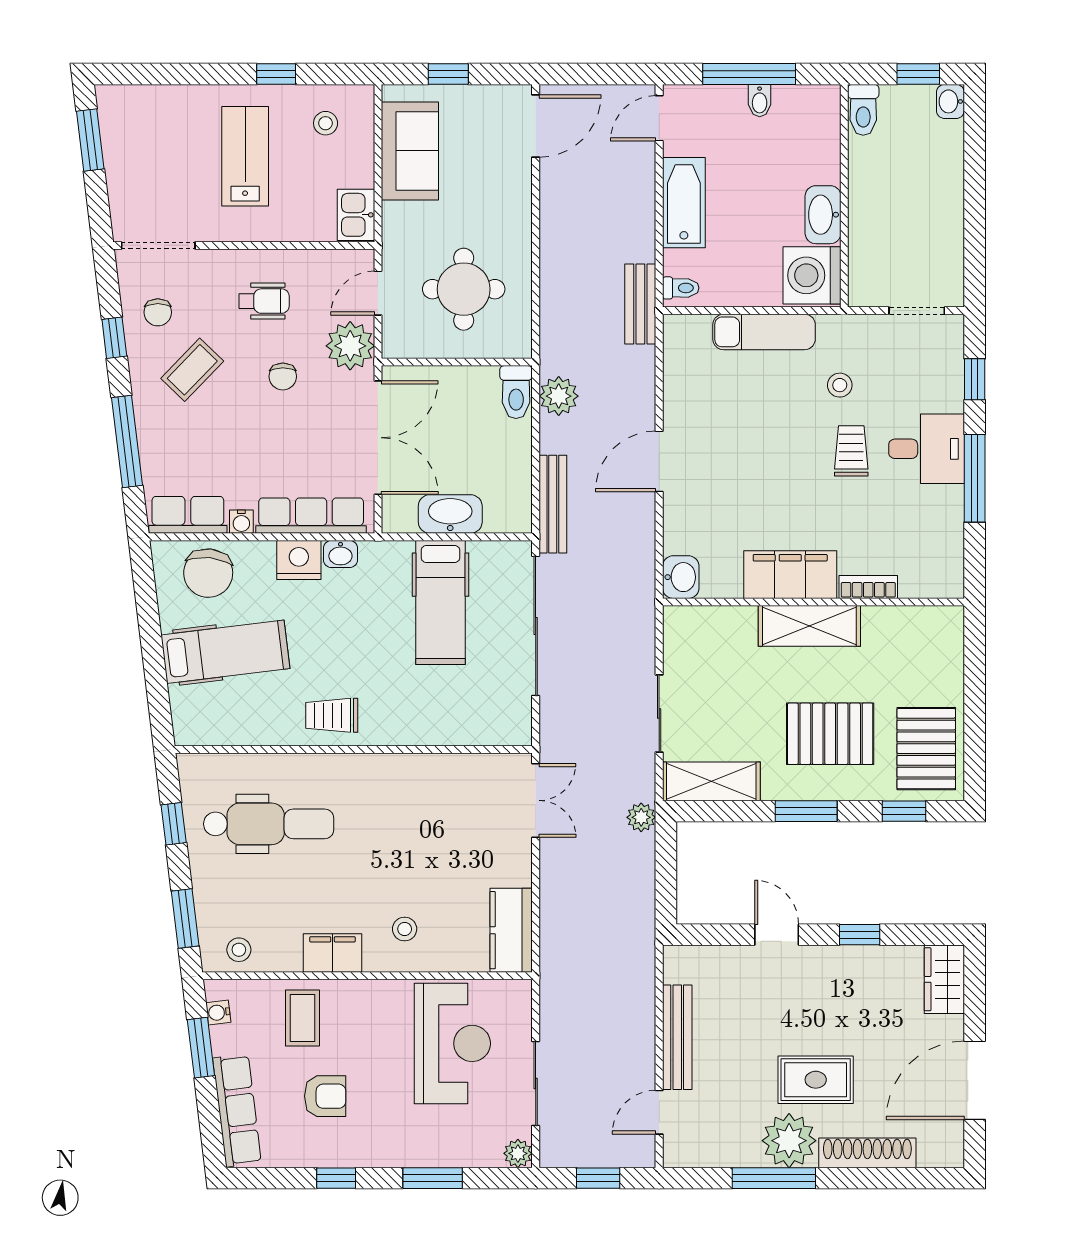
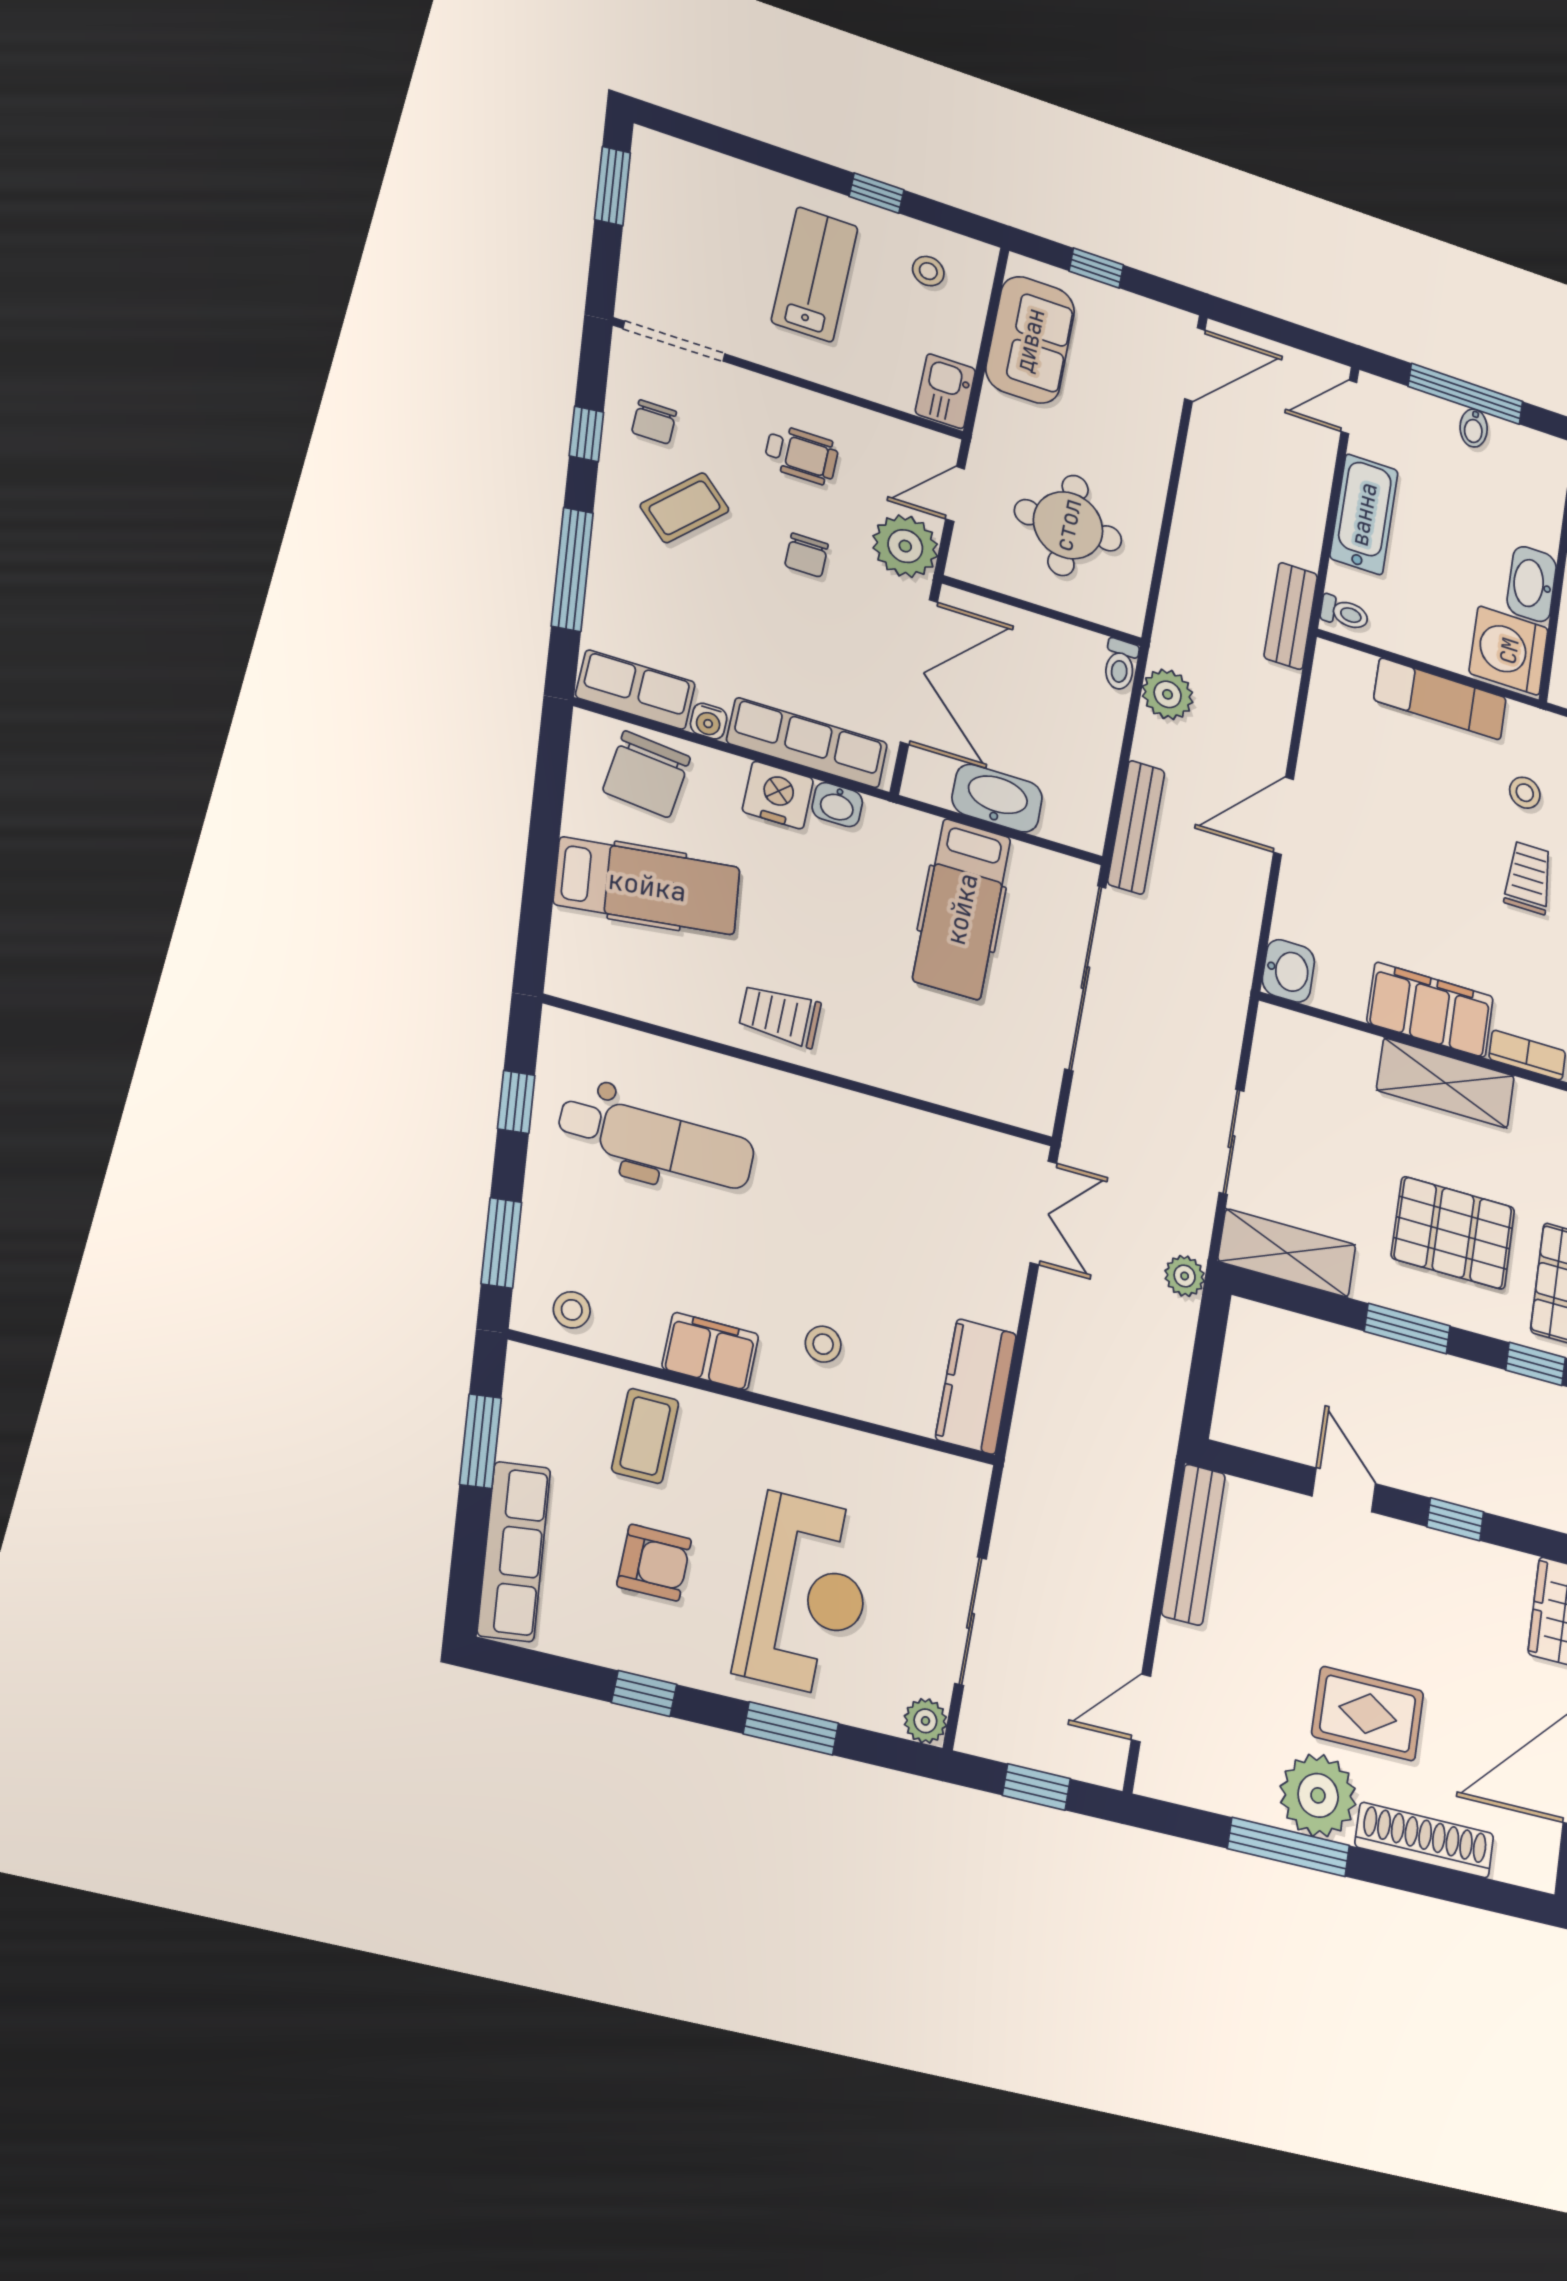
toilet: (516, 392) -> (1120, 665), width x0.73, depth x0.72
water cooler: (218, 1012) -> (519, 1395), removed
bench: (677, 1037) -> (1193, 1544), moved
reception desk: (452, 1043) -> (806, 1595), moved

